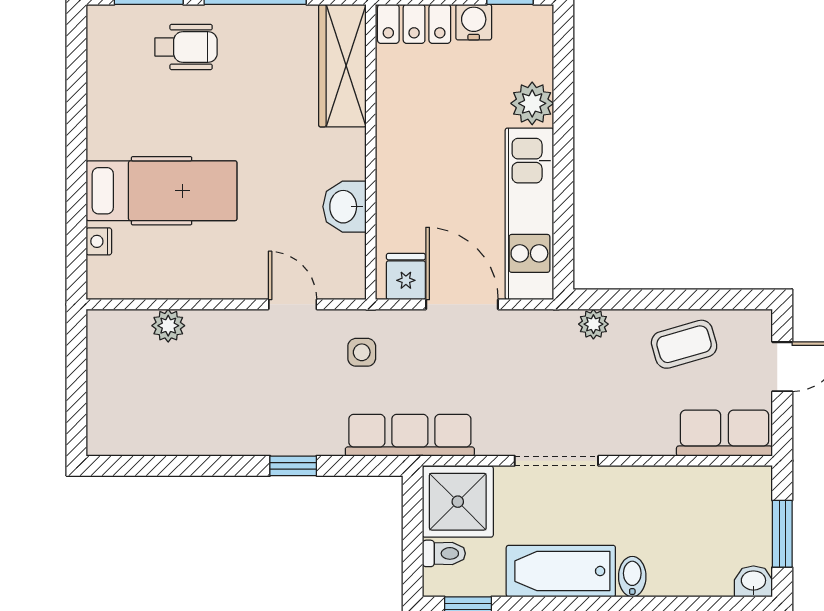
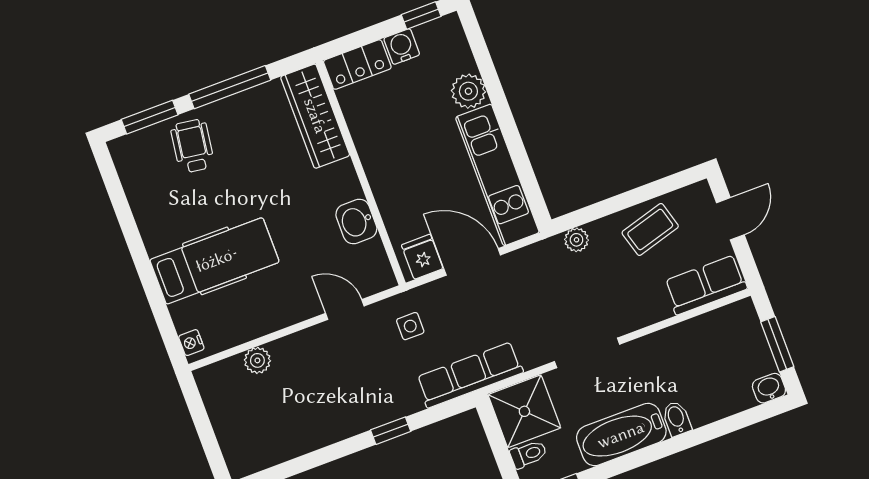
wheelchair: (186, 47) -> (192, 146), turned -82
nightstand: (99, 241) -> (191, 343), moved

